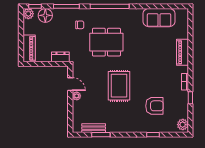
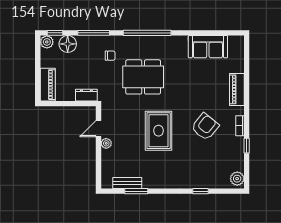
door: (70, 84) -> (98, 129), swing flipped
armchair: (154, 106) -> (205, 127), moved, turned -51

